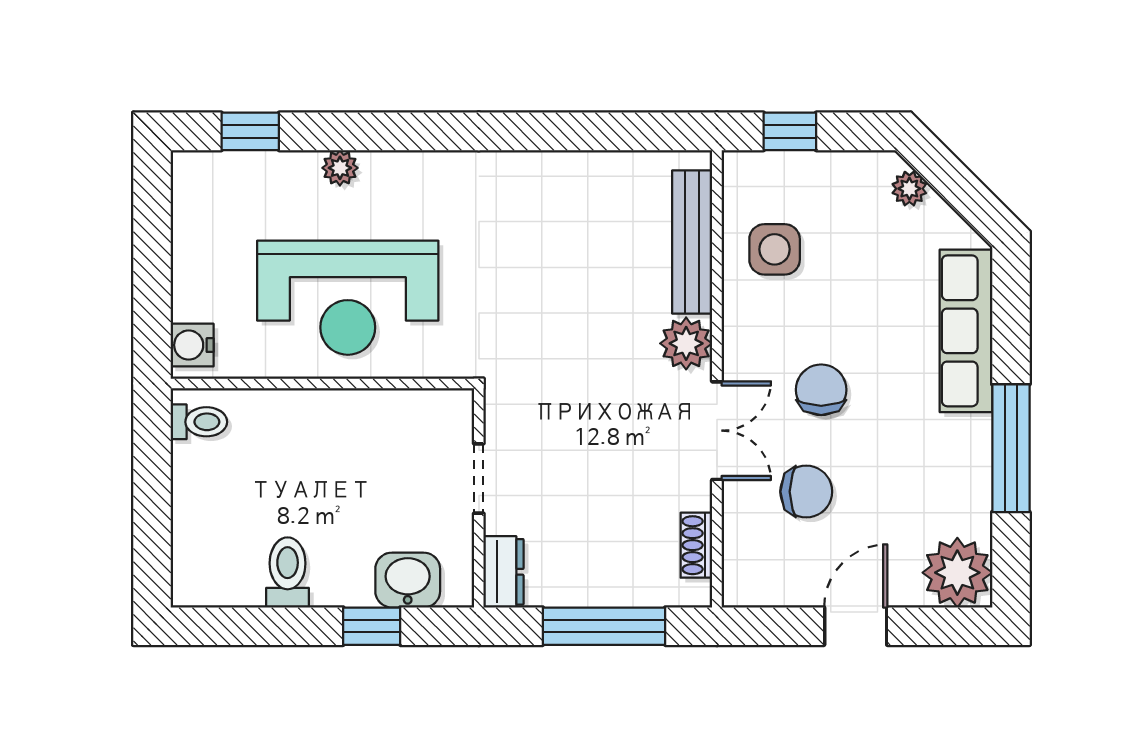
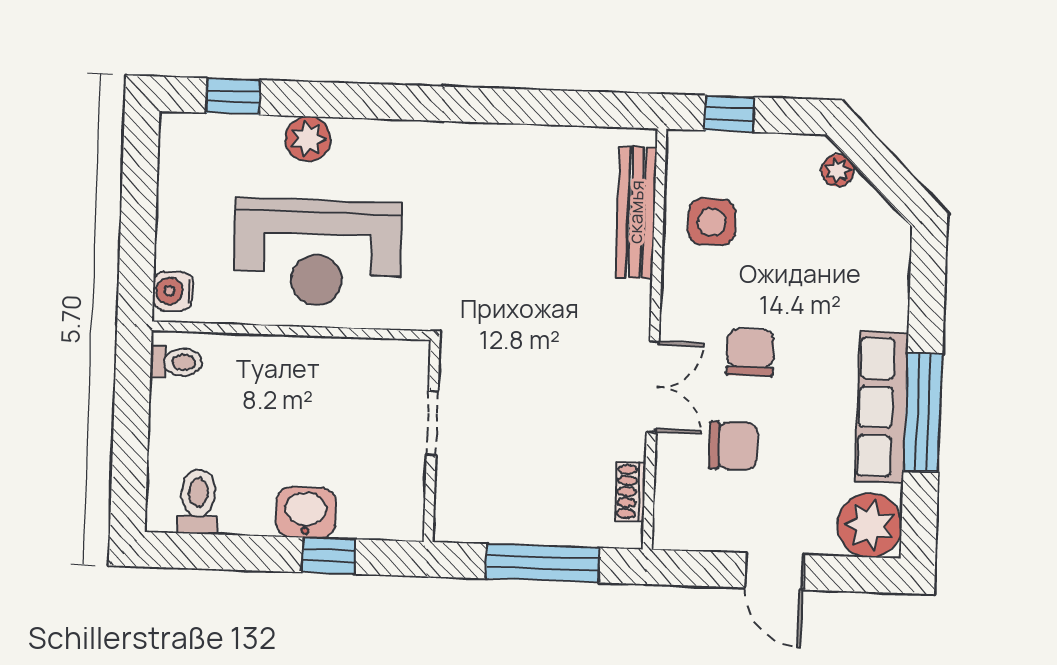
plant: (340, 168) -> (308, 139), width x1.38, depth x1.38
row of seats: (966, 331) -> (882, 407), moved
plant: (686, 343) -> (627, 306), removed
toilet: (288, 572) -> (198, 502), moved
dresser: (504, 572) -> (452, 510), removed
washbasin: (408, 580) -> (306, 512), moved
door: (856, 626) -> (774, 571), swing flipped

